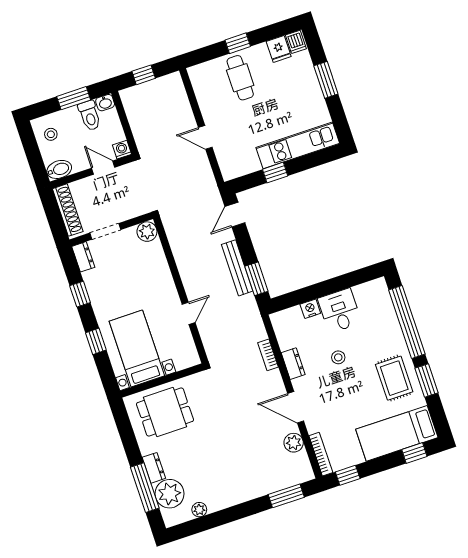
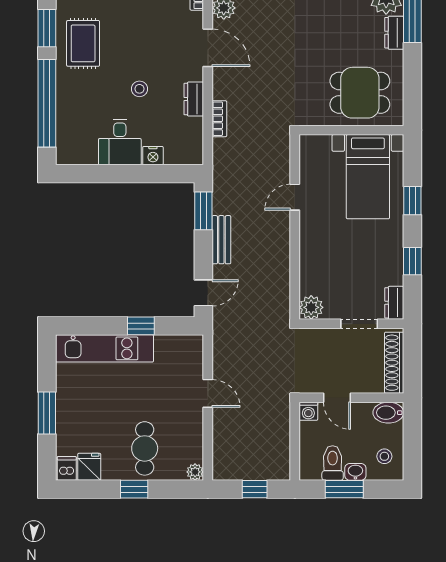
plant: (195, 73) -> (195, 472), added
washbasin: (105, 103) -> (355, 472), moved
bench: (237, 268) -> (221, 240), width x0.73

